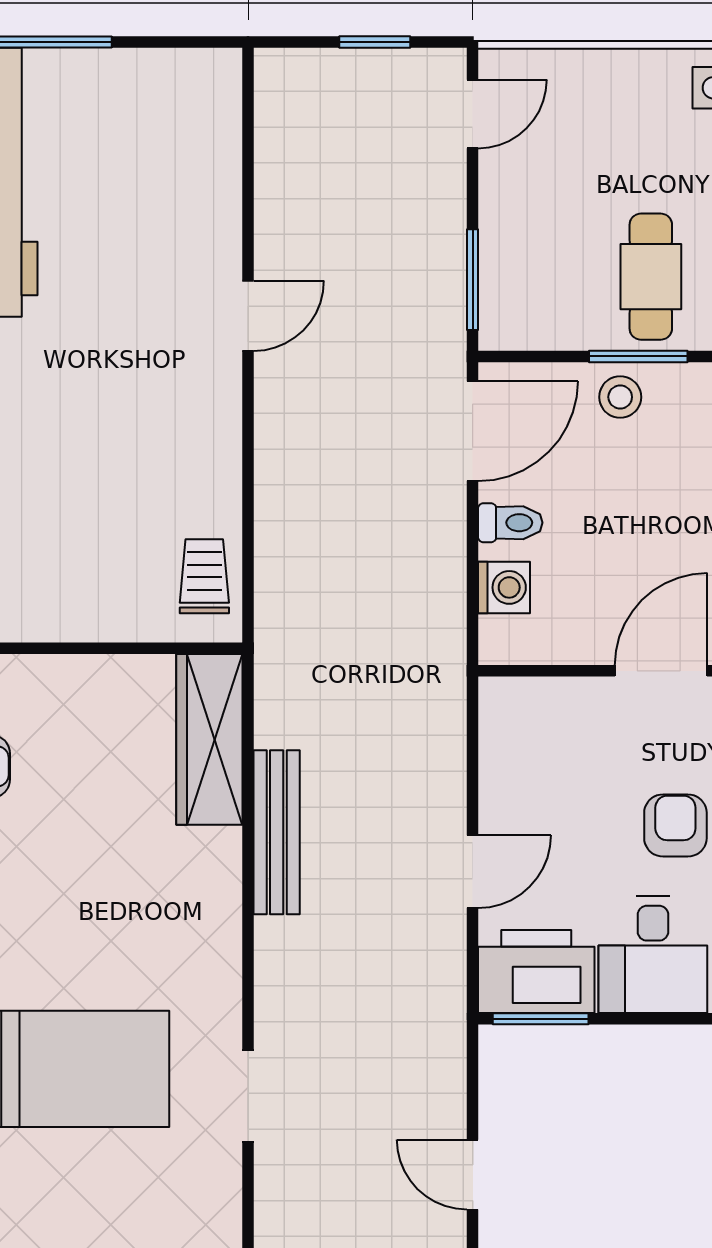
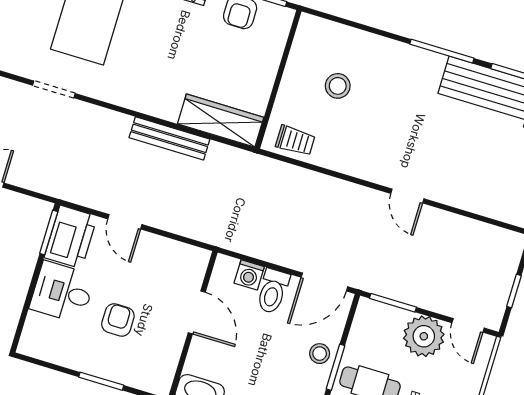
plant: (522, 197) -> (424, 336), added
door: (473, 431) -> (324, 282), hinge flipped
toilet: (510, 523) -> (273, 291), width x1.37, depth x1.39
stool: (68, 524) -> (338, 86), added
door: (661, 671) -> (197, 312), moved
armchair: (675, 825) -> (118, 320), turned -90

